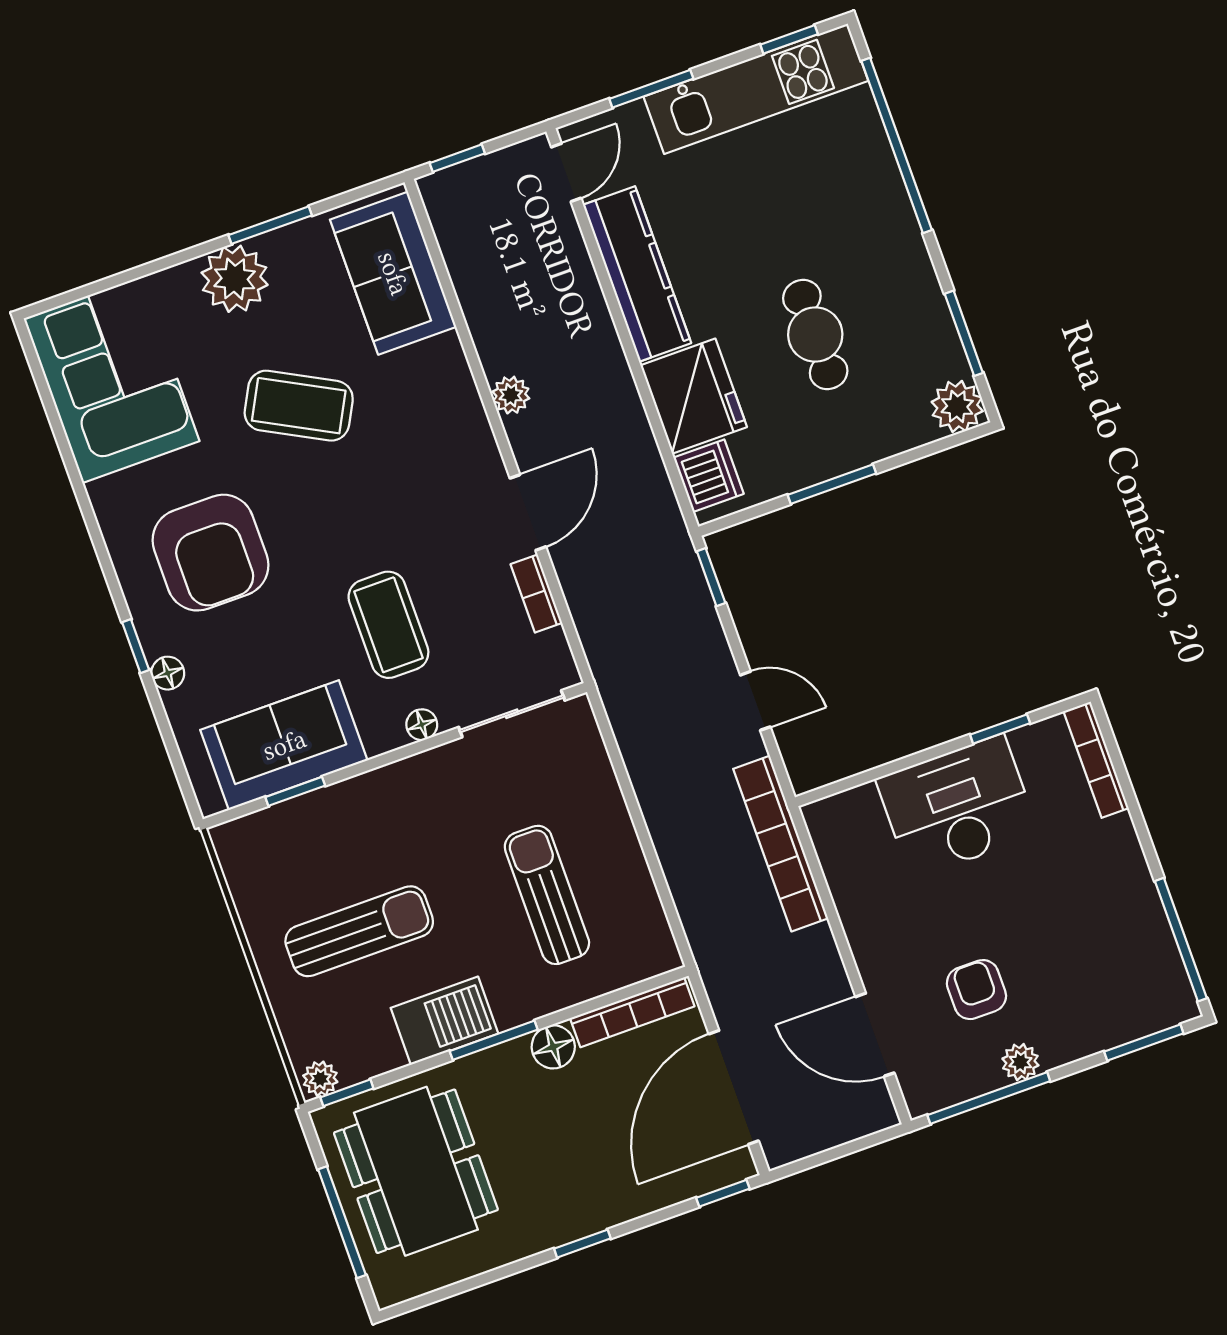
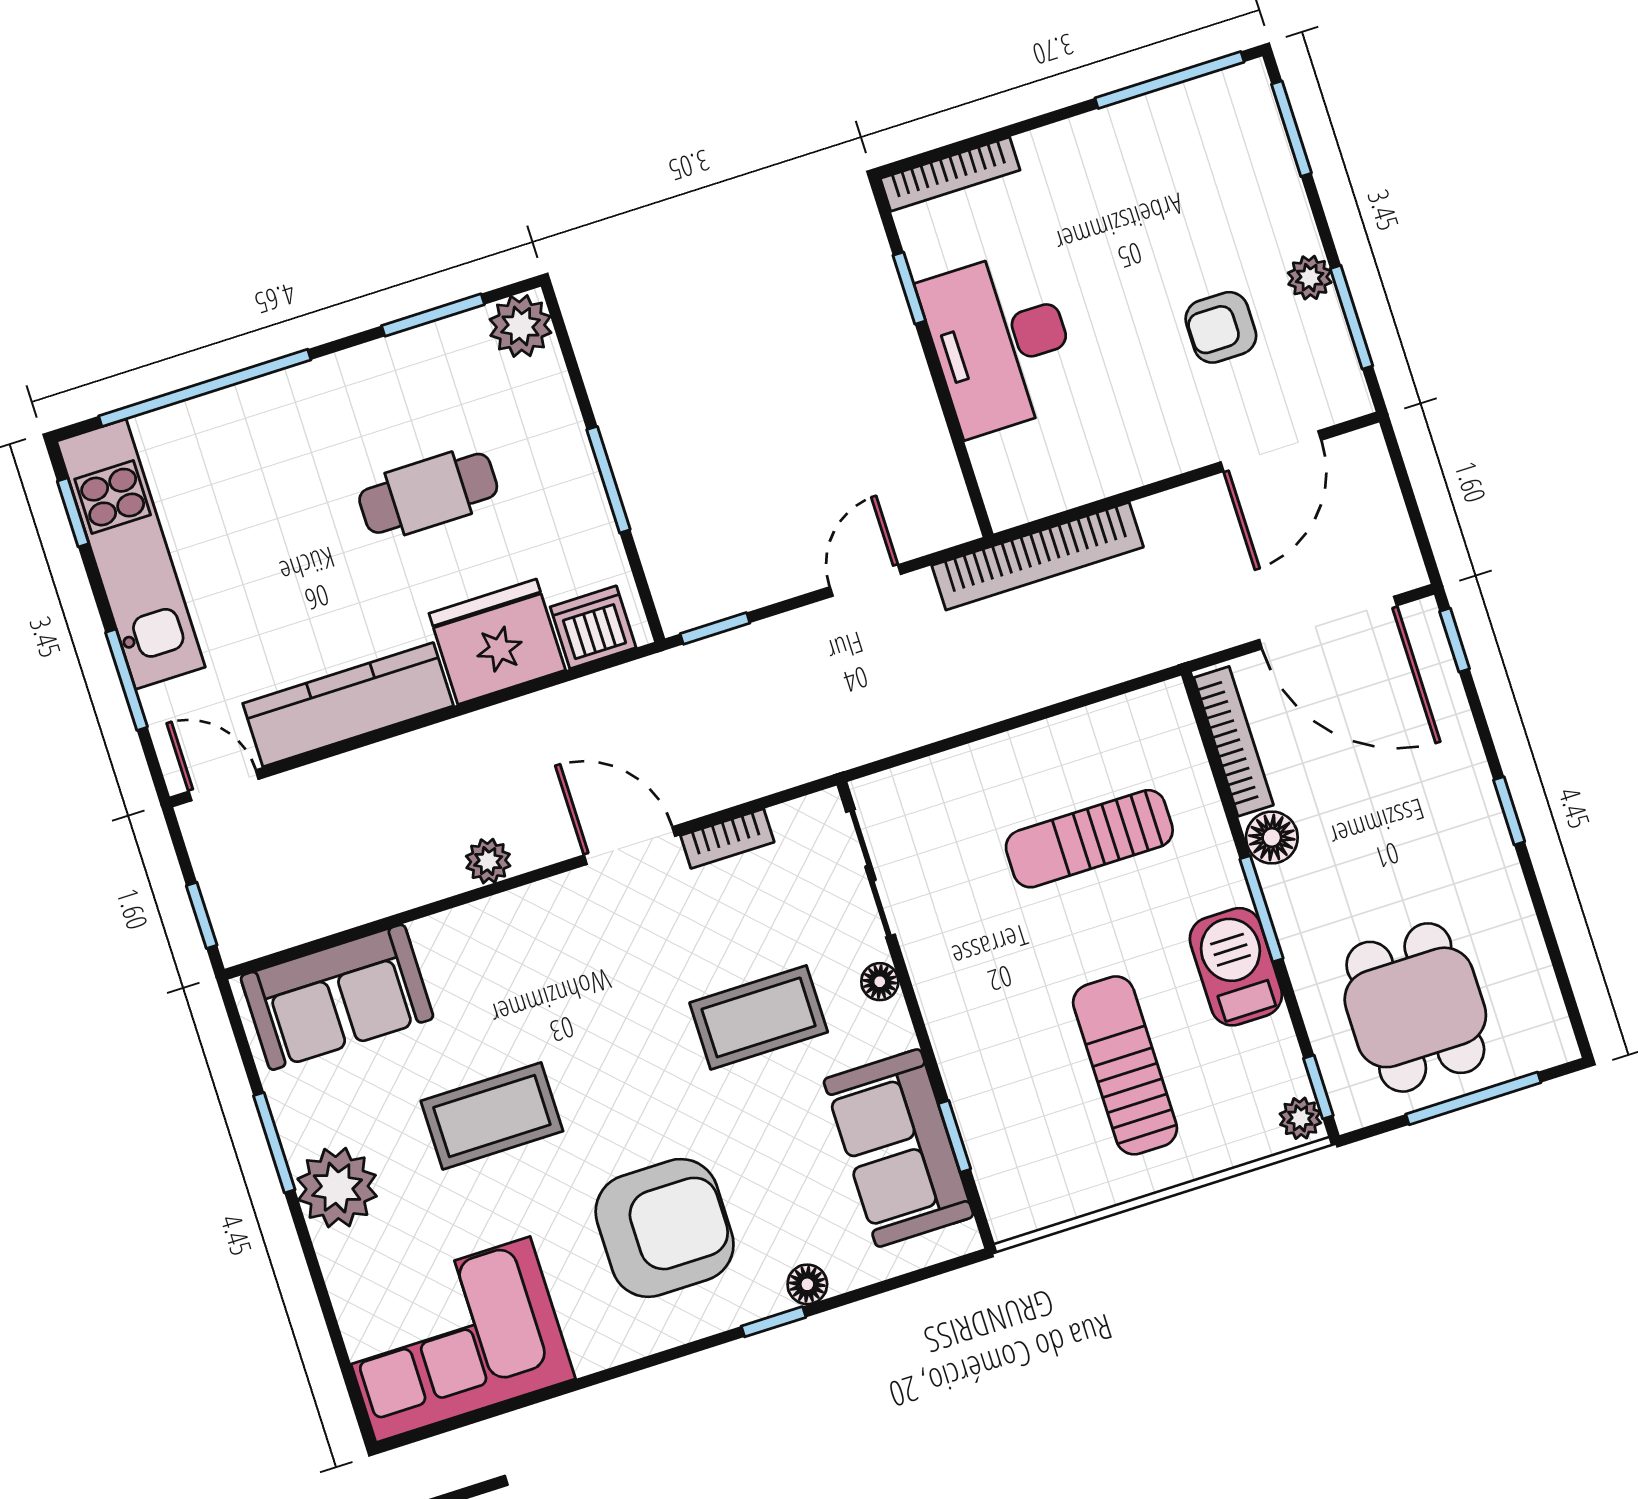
coffee table: (299, 406) -> (492, 1116), turned 62
window: (989, 1098) -> (1352, 317), width x0.69
dining table: (416, 1171) -> (1415, 1007), width x0.73

